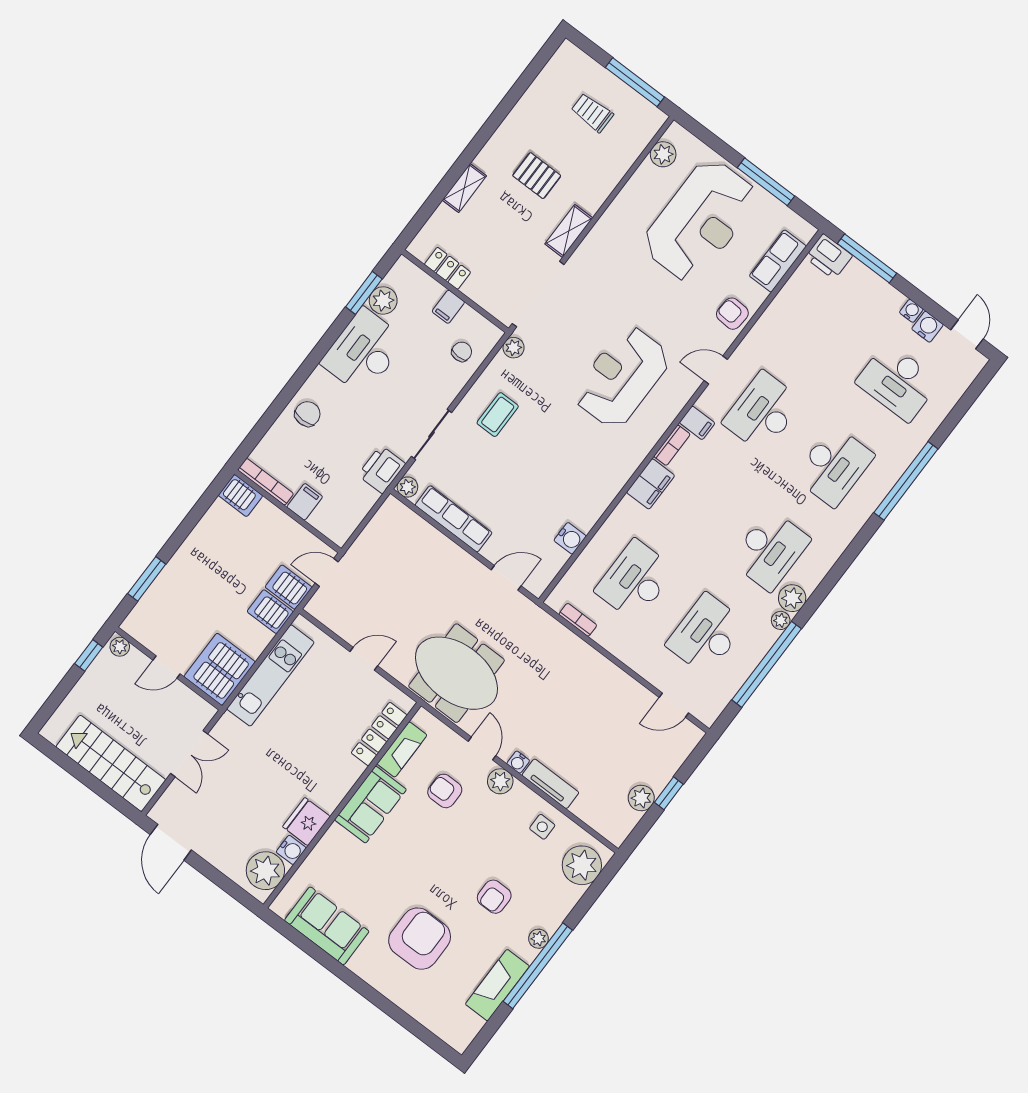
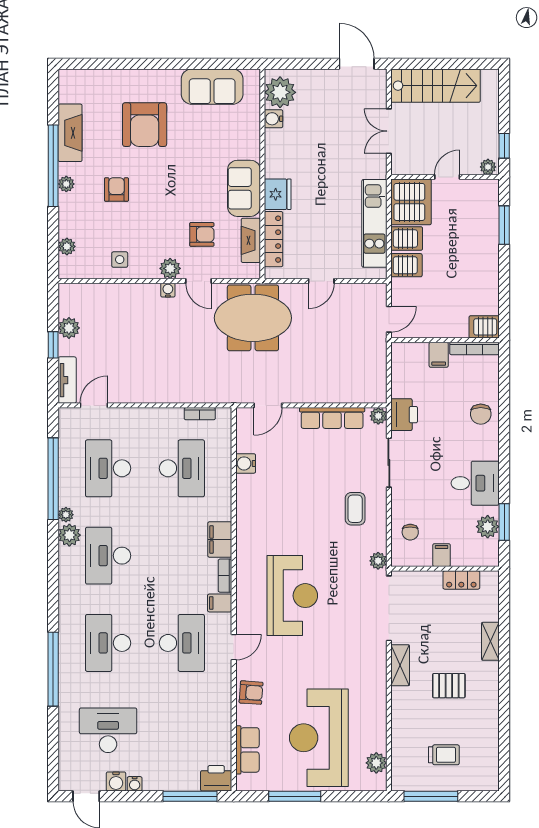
desk: (363, 351) -> (475, 483), width x0.73
server rack: (288, 587) -> (407, 238), moved
desk: (706, 634) -> (108, 468), turned 180
tv unit: (550, 784) -> (67, 380), moved, turned -90
fridge: (306, 822) -> (278, 194), moved
plant: (582, 865) -> (67, 246), width x0.53, depth x0.53

